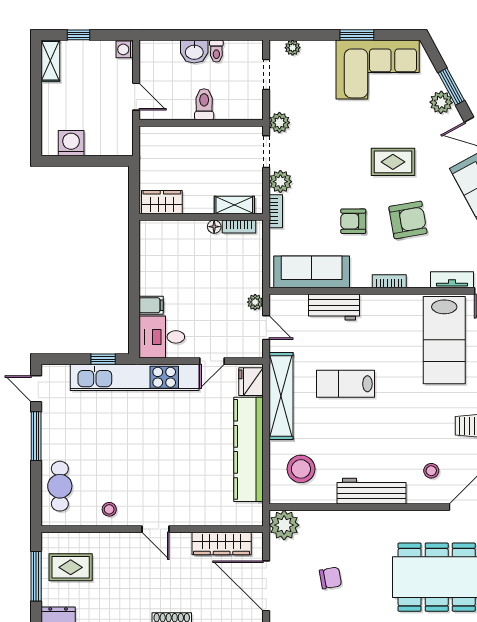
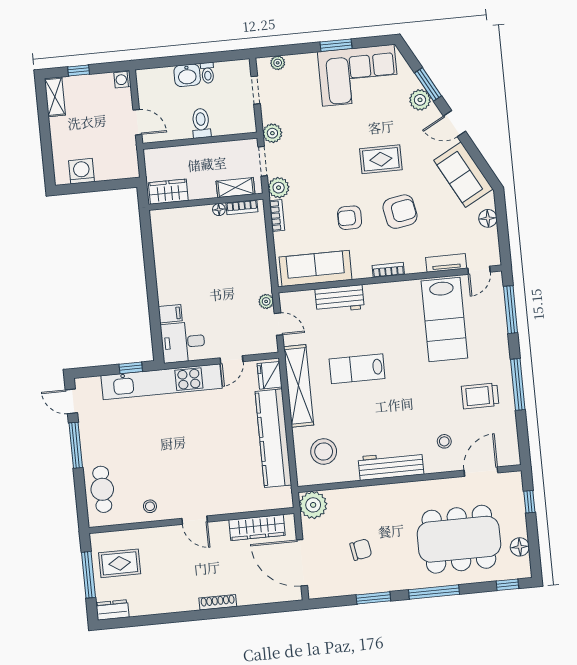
wardrobe: (162, 202) -> (168, 192), moved
shelving: (234, 205) -> (236, 188), moved
wall: (201, 217) -> (206, 202), moved
floor lamp: (214, 227) -> (219, 209), moved
bookcase: (239, 227) -> (242, 207), moved

